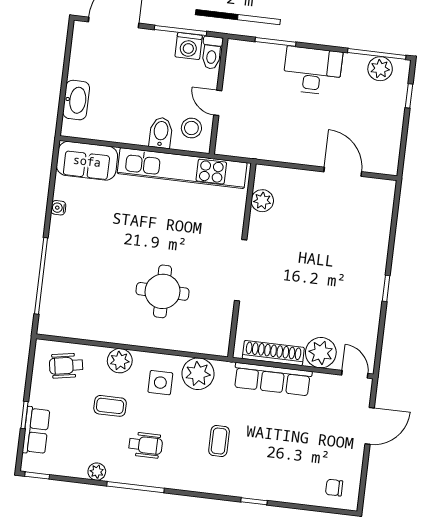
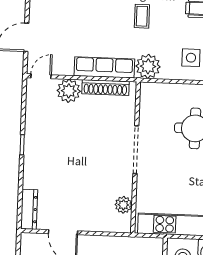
dresser: (384, 205) -> (29, 209), added
plant: (198, 374) -> (148, 66), moved
door: (355, 374) -> (41, 76), swing flipped

